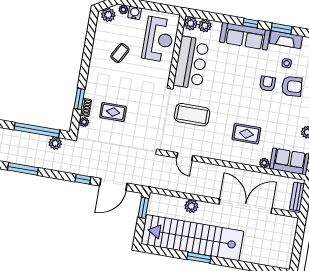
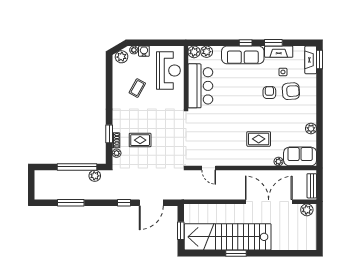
coffee table: (192, 115) -> (209, 131), removed
plant: (191, 206) -> (307, 210), moved
window: (143, 208) -> (181, 231), moved

